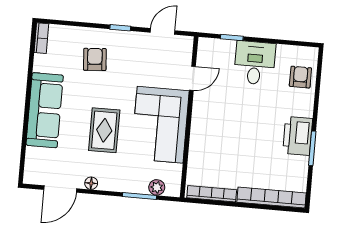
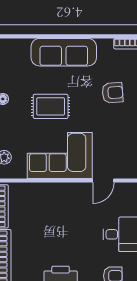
door: (192, 78) -> (103, 180), hinge flipped

